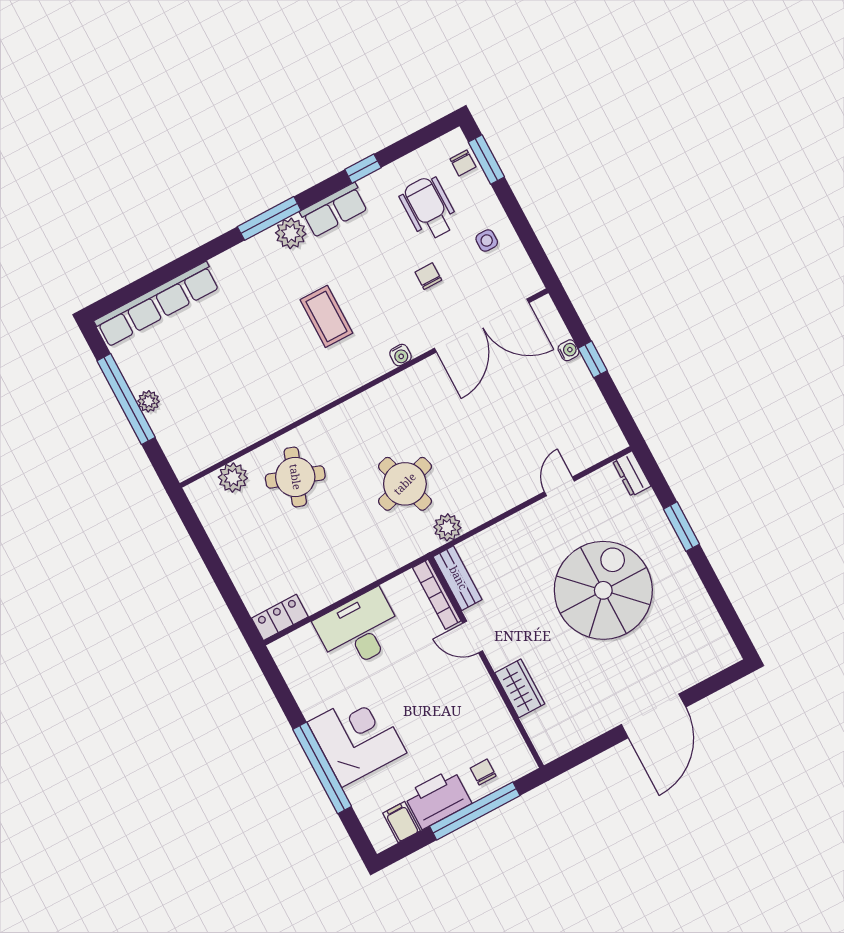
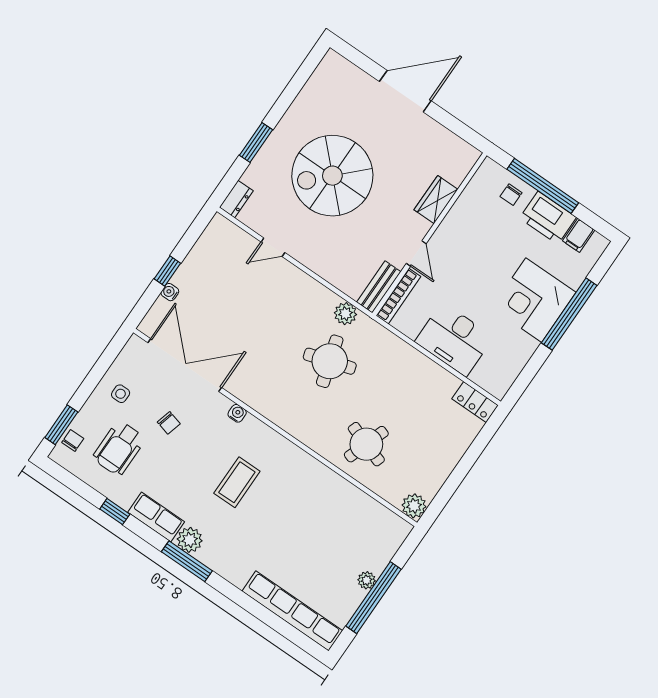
chair: (428, 276) -> (169, 423), turned -75
plant: (233, 478) -> (414, 506), moved

